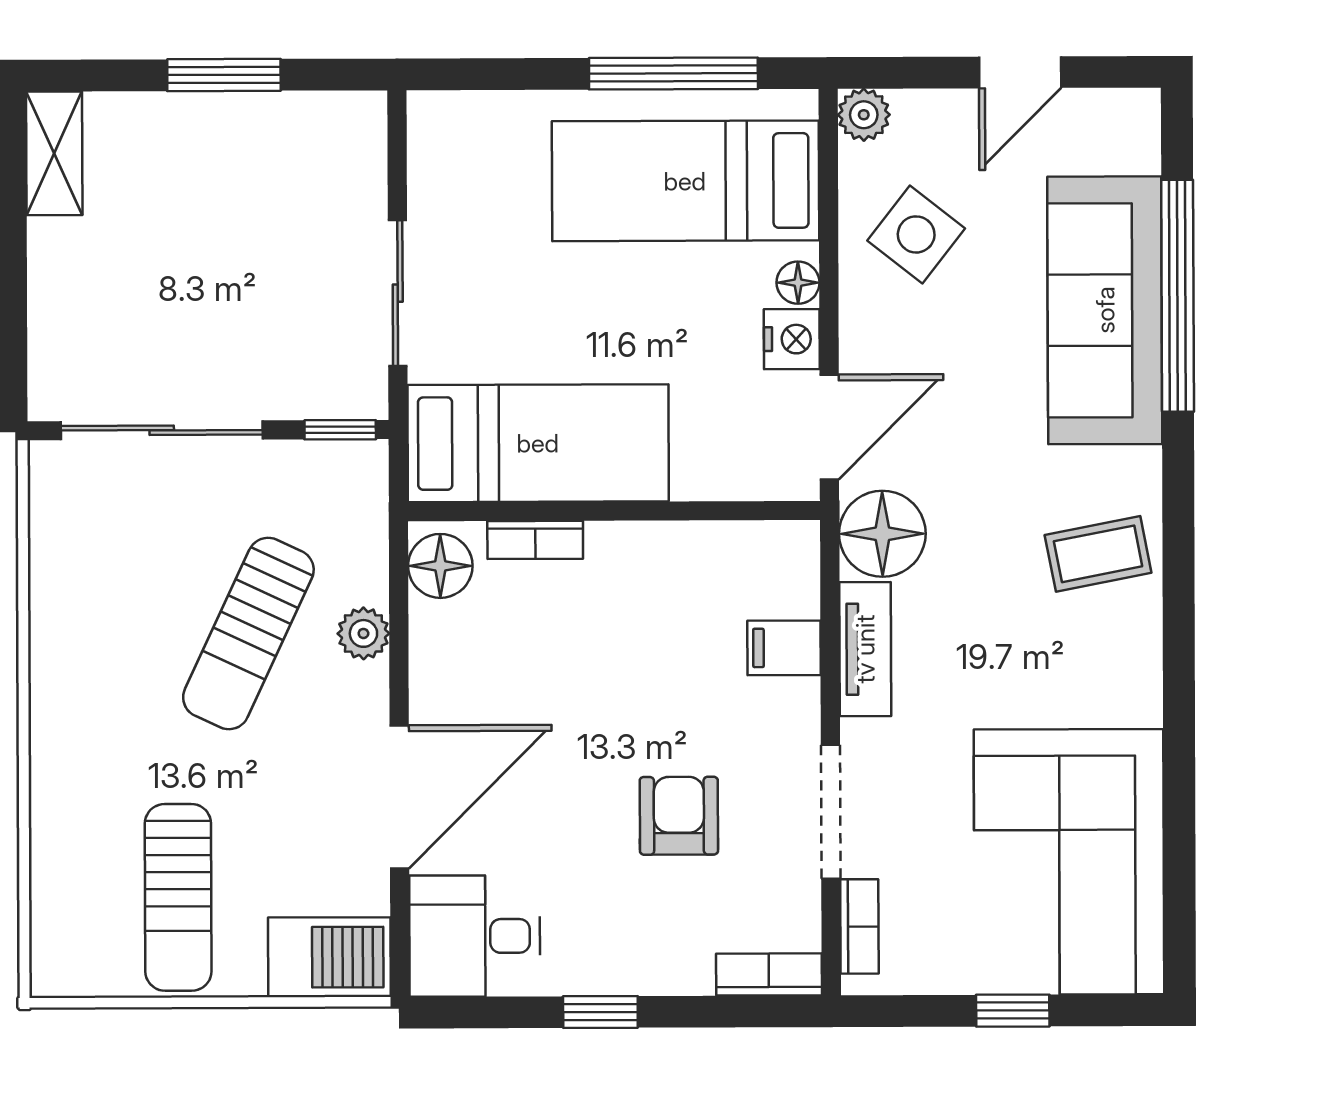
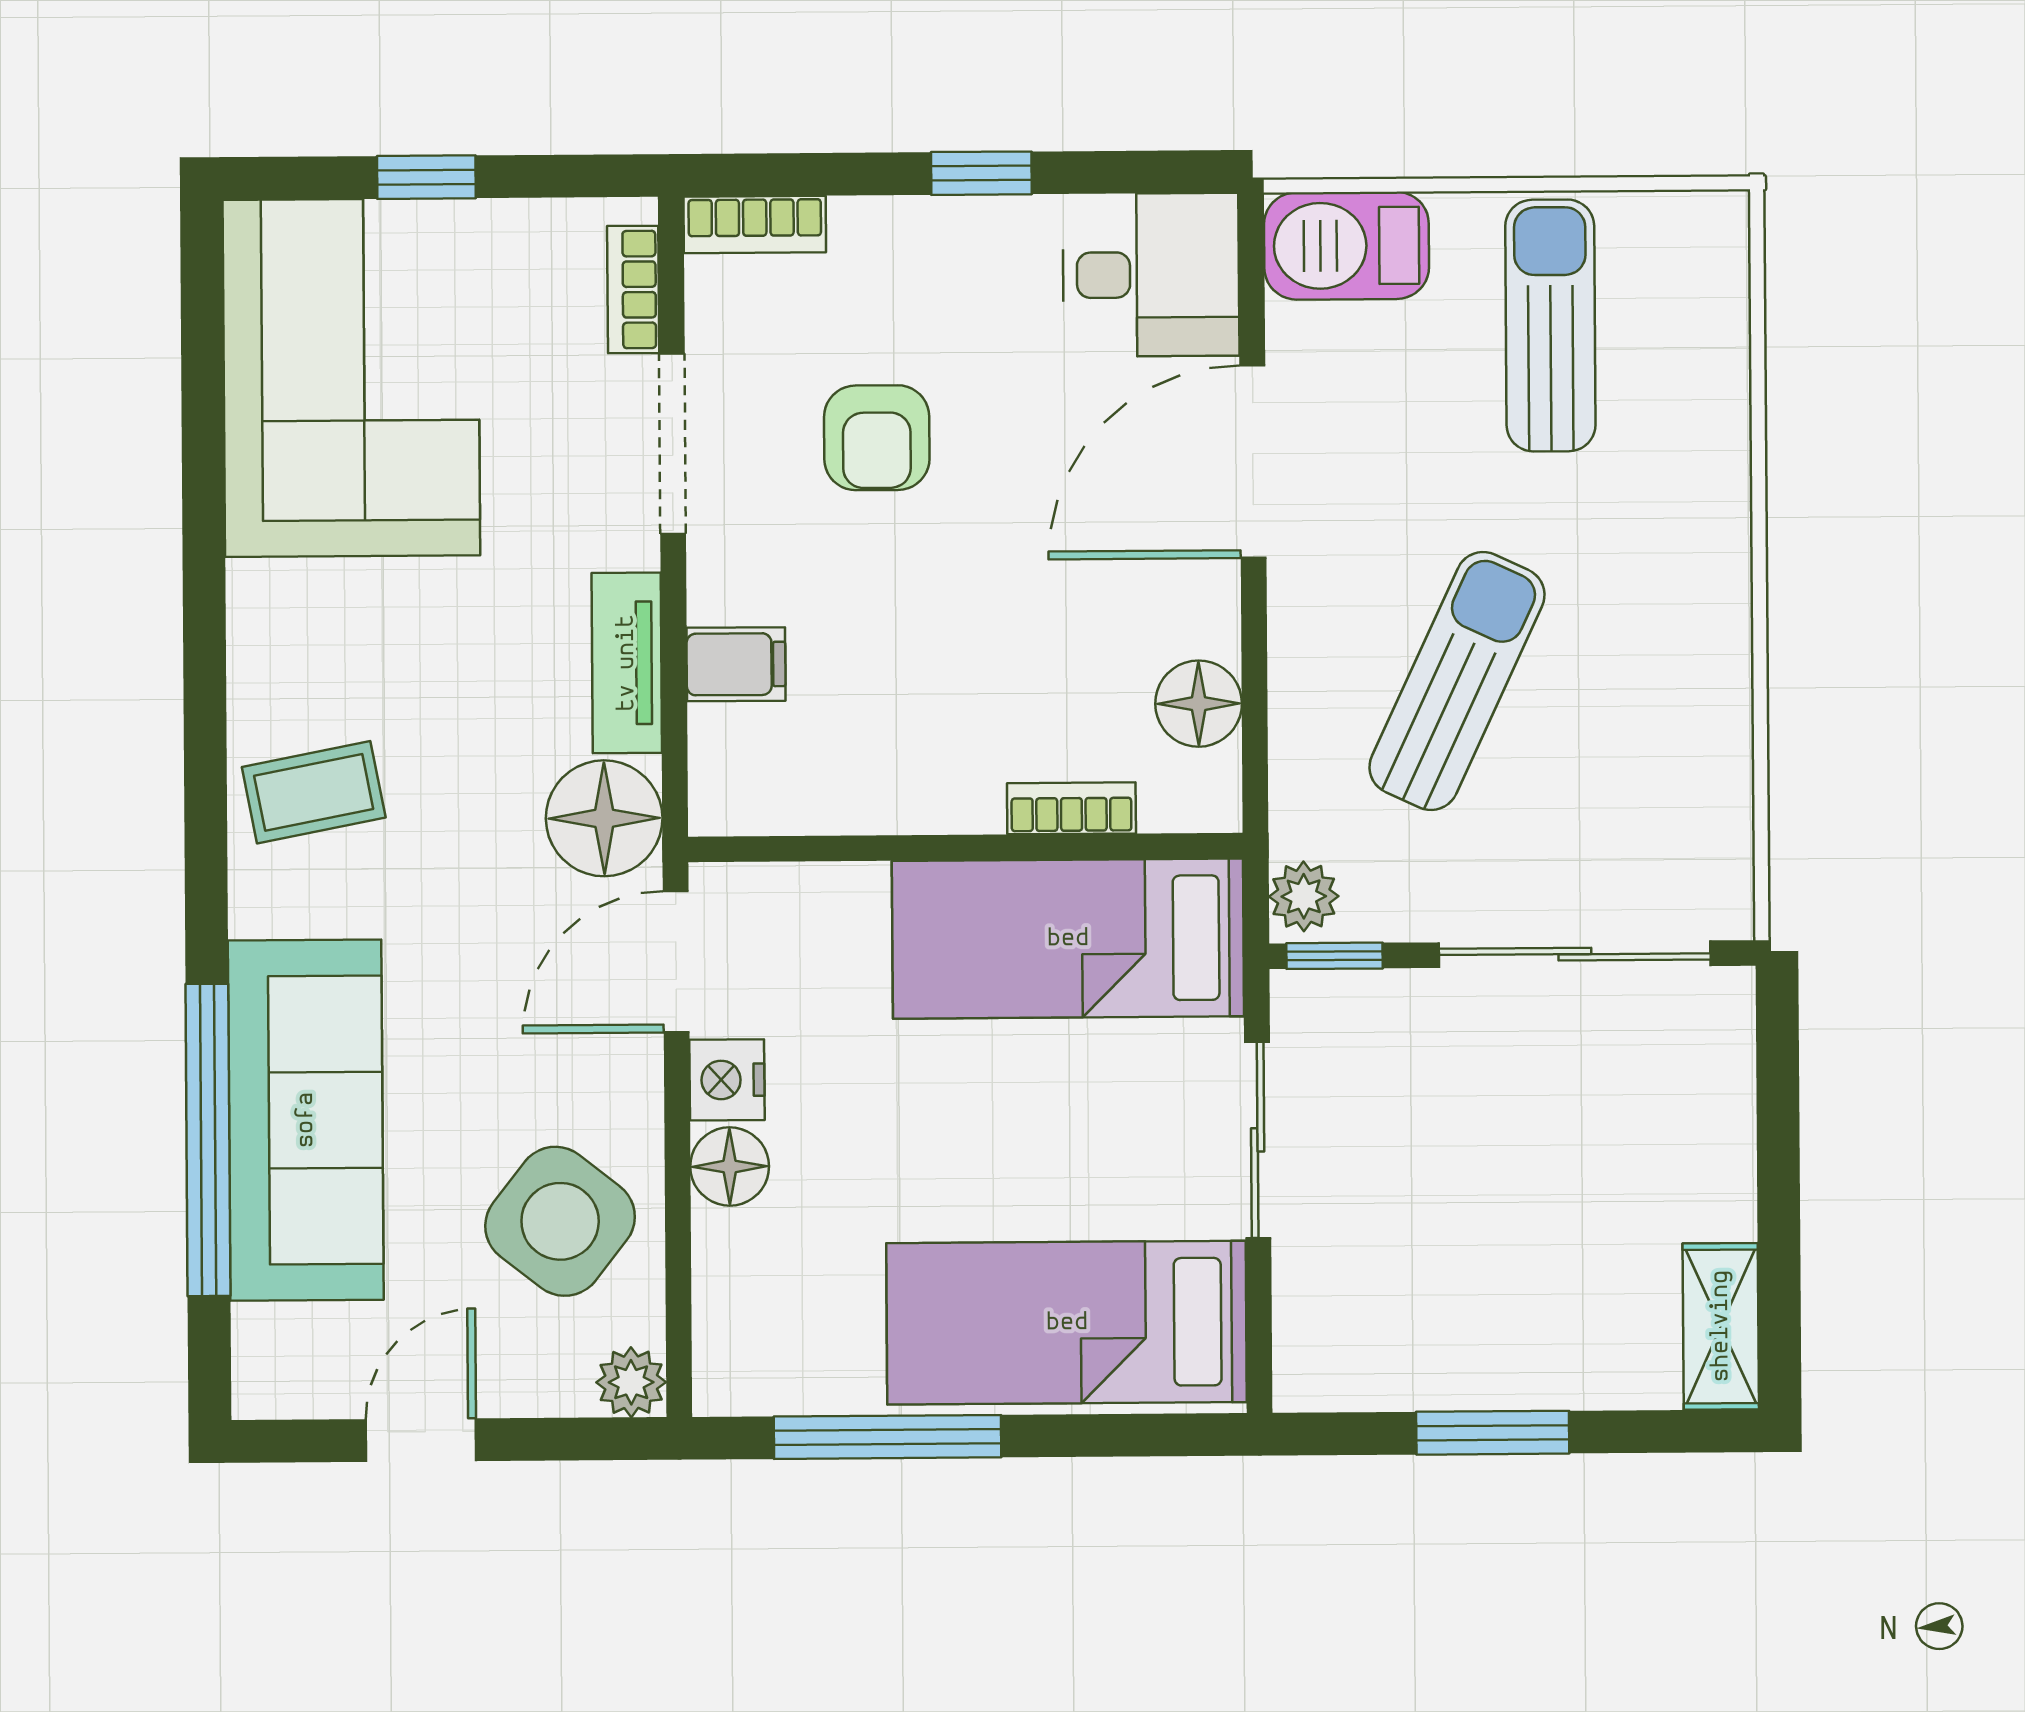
bed: (685, 181) -> (1067, 1323), moved, turned 180
side table: (916, 234) -> (560, 1221), width x1.37, depth x1.37
floor lamp: (798, 283) -> (730, 1166), width x1.37, depth x1.37
floor lamp: (440, 566) -> (1199, 704), moved
plant: (363, 633) -> (1304, 896), moved

